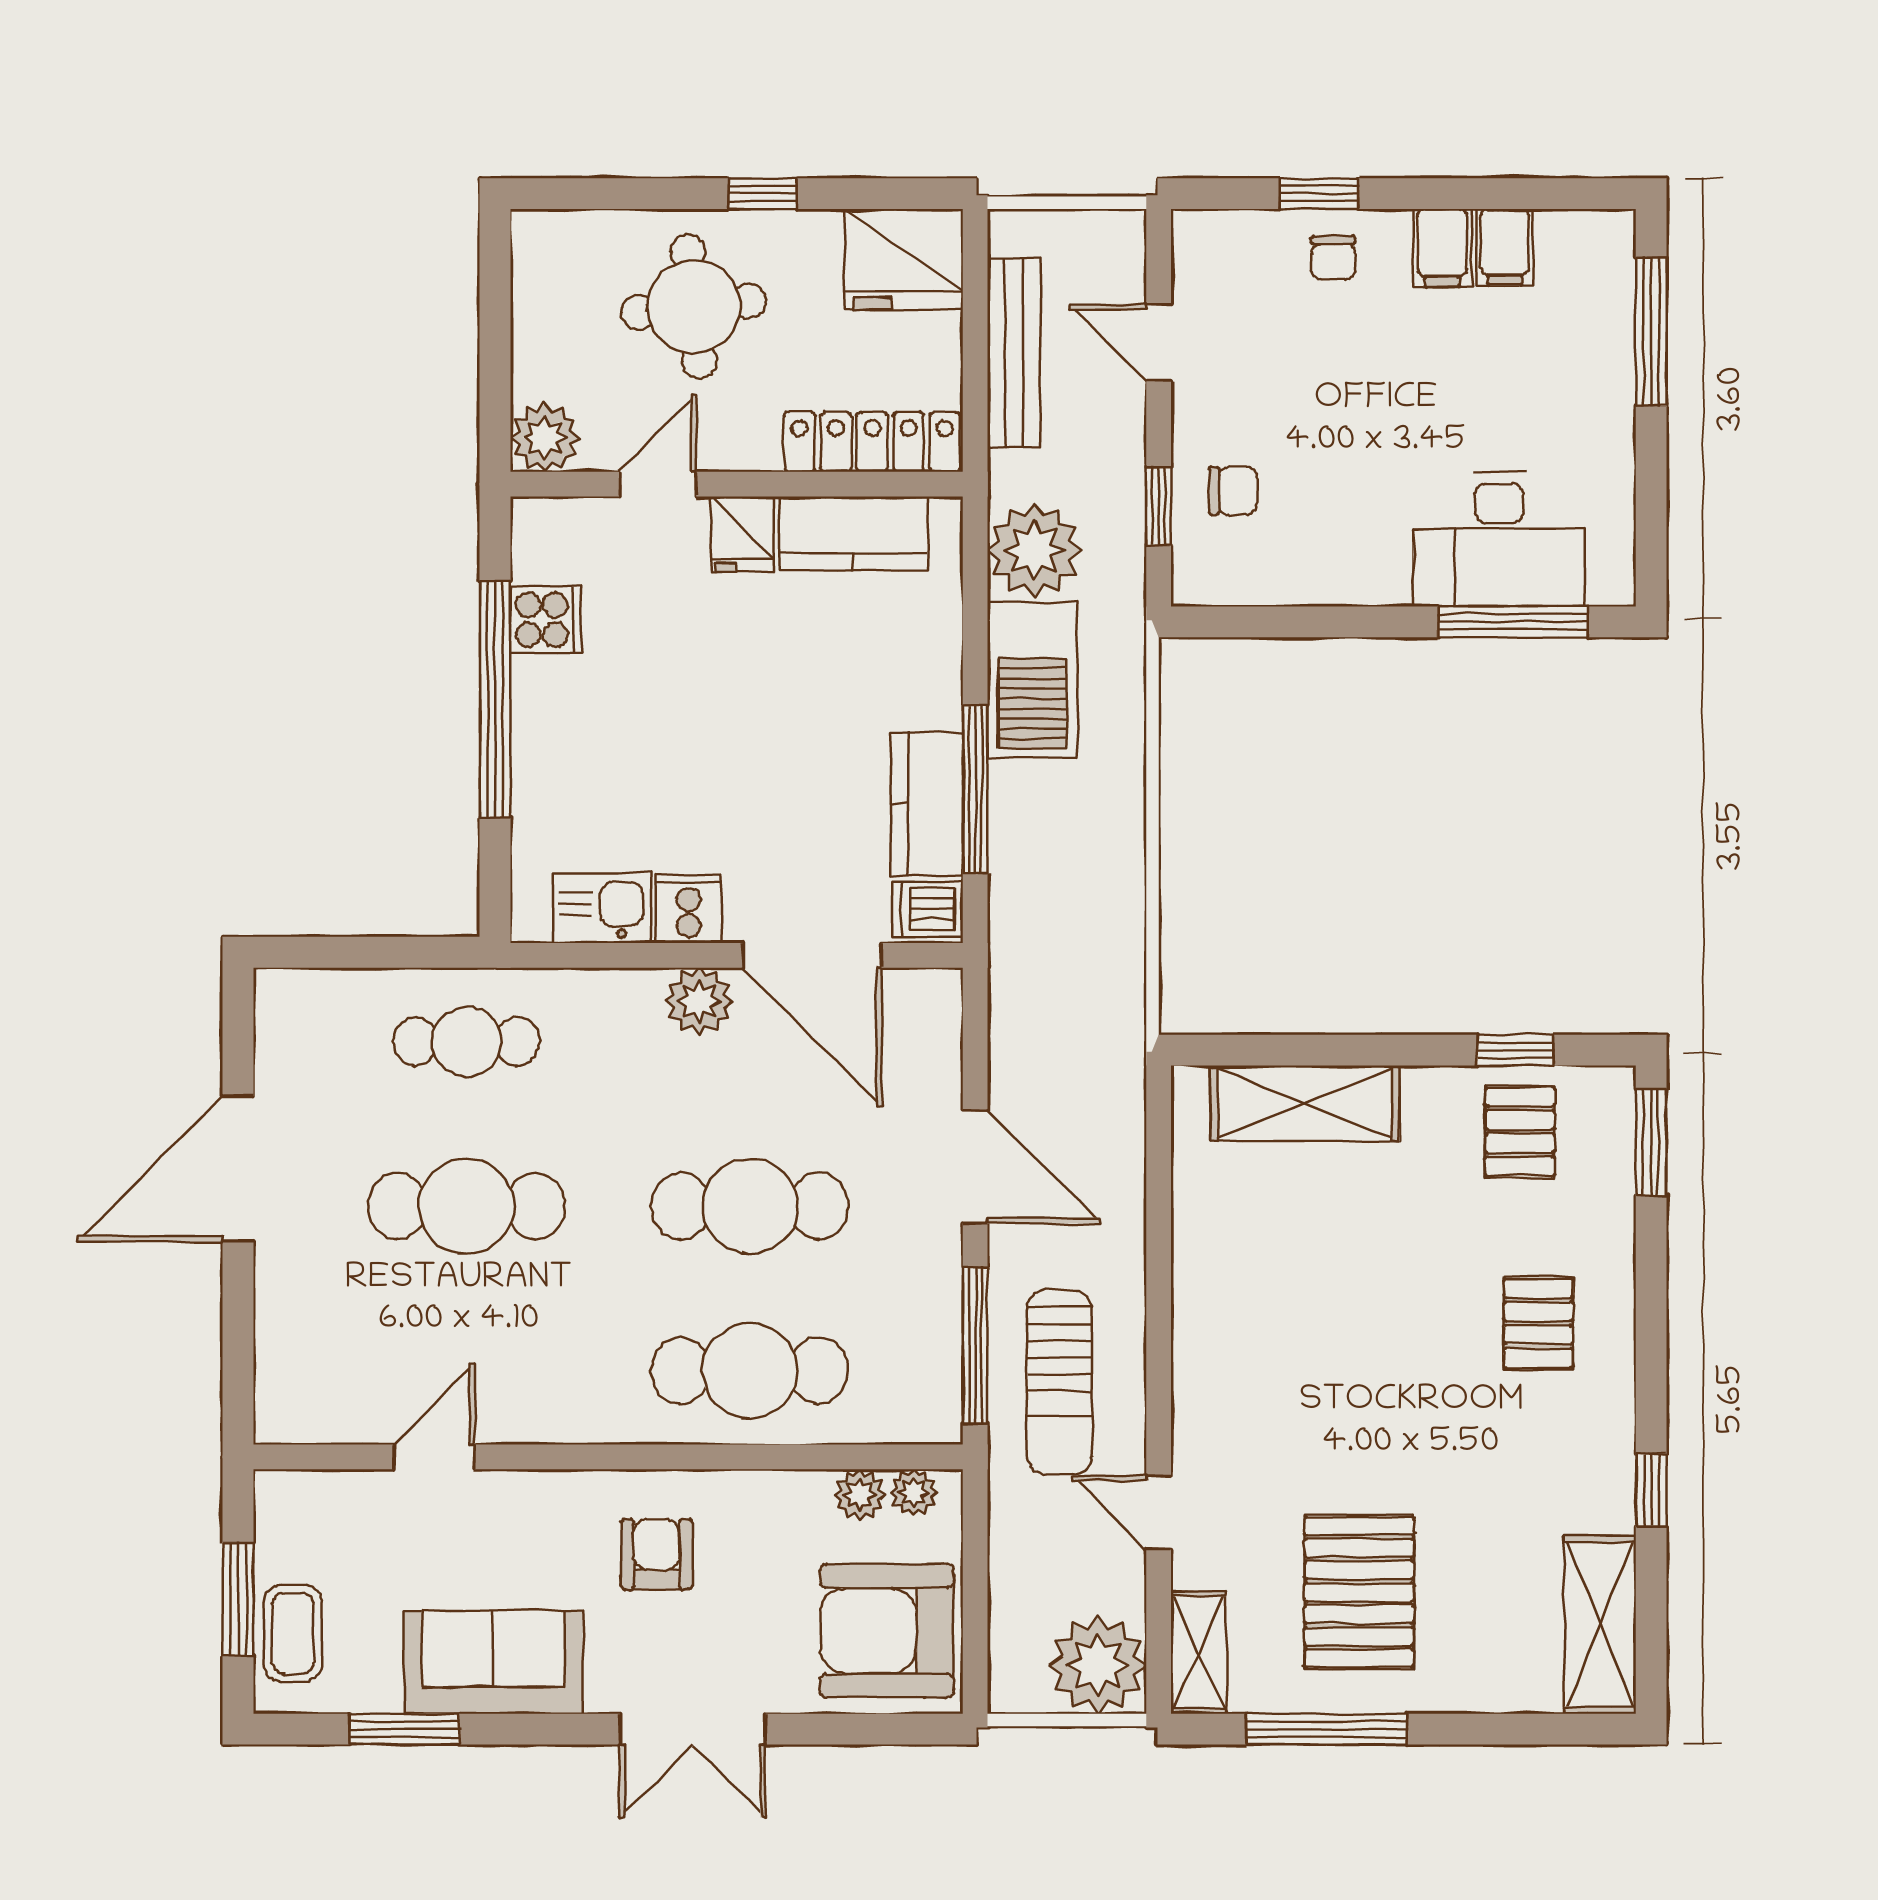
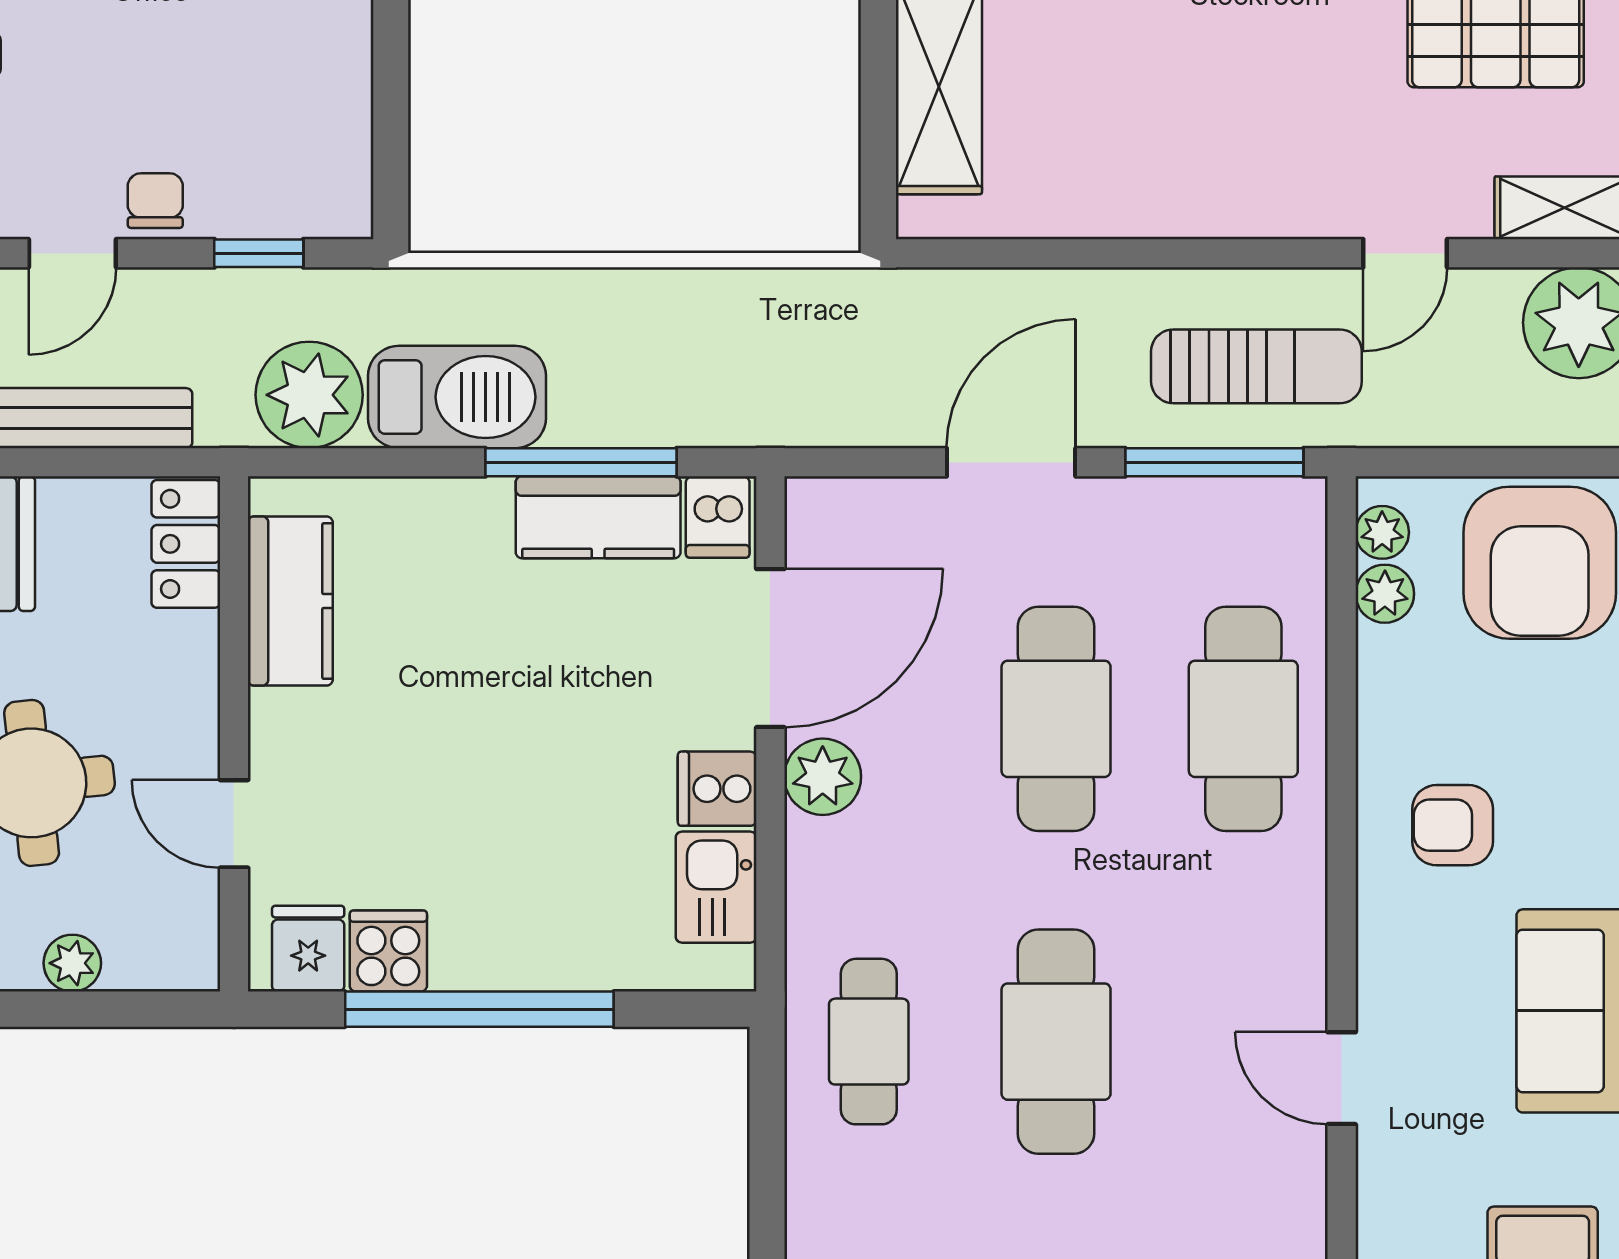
plant: (545, 437) -> (72, 963), moved, width x0.73, depth x0.73
locker: (872, 442) -> (186, 544), width x0.66
chair: (1233, 491) -> (155, 201), moved
fridge: (742, 534) -> (308, 949), moved, turned -90

